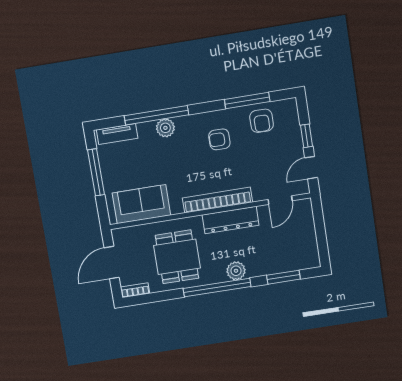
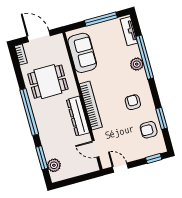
window: (247, 100) -> (161, 118), width x0.69
window: (306, 136) -> (154, 158), moved
plant: (236, 271) -> (54, 165), moved

